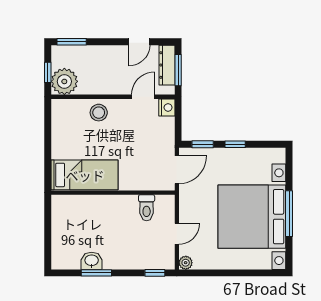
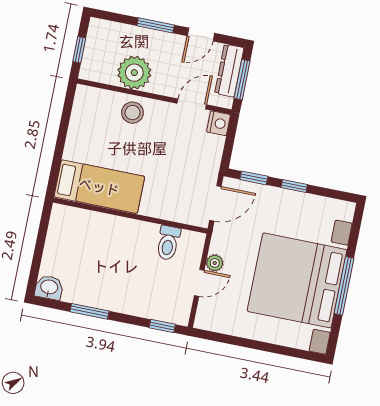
window: (72, 42) -> (156, 25), moved
plant: (64, 81) -> (134, 73), moved
washbasin: (92, 261) -> (49, 288), moved
plant: (186, 263) -> (215, 263), moved

